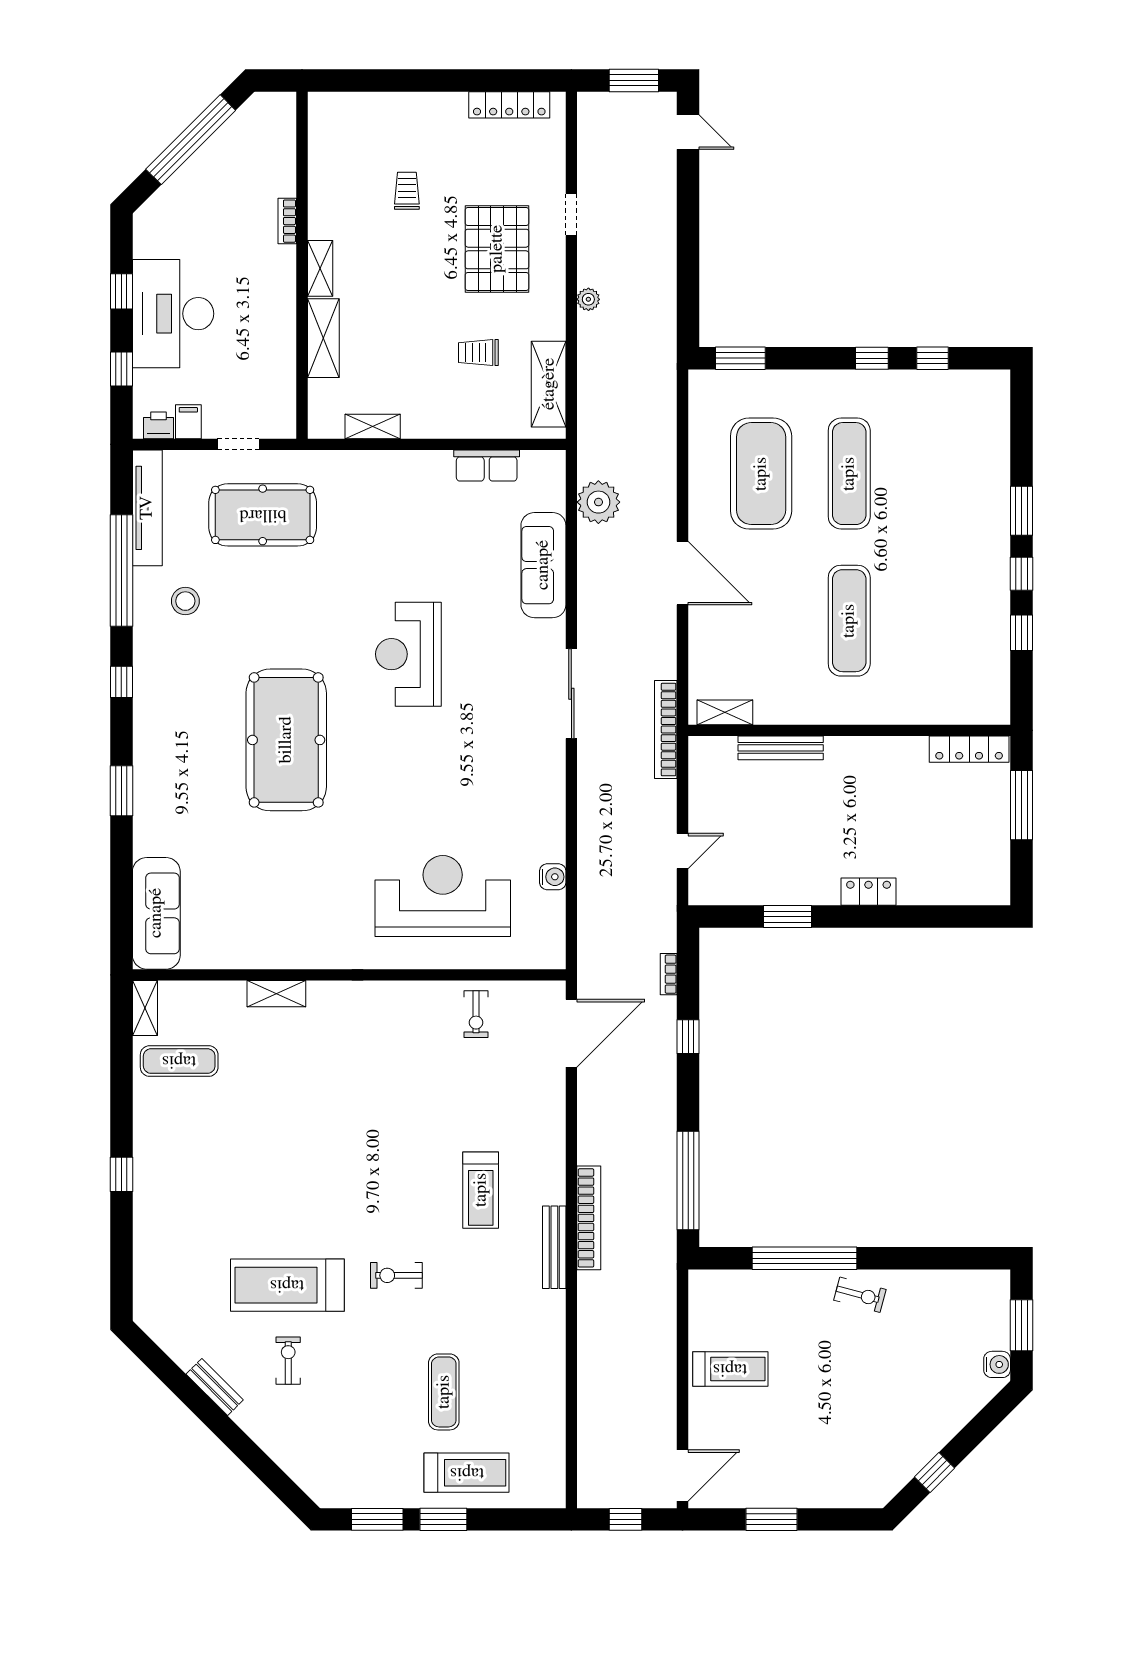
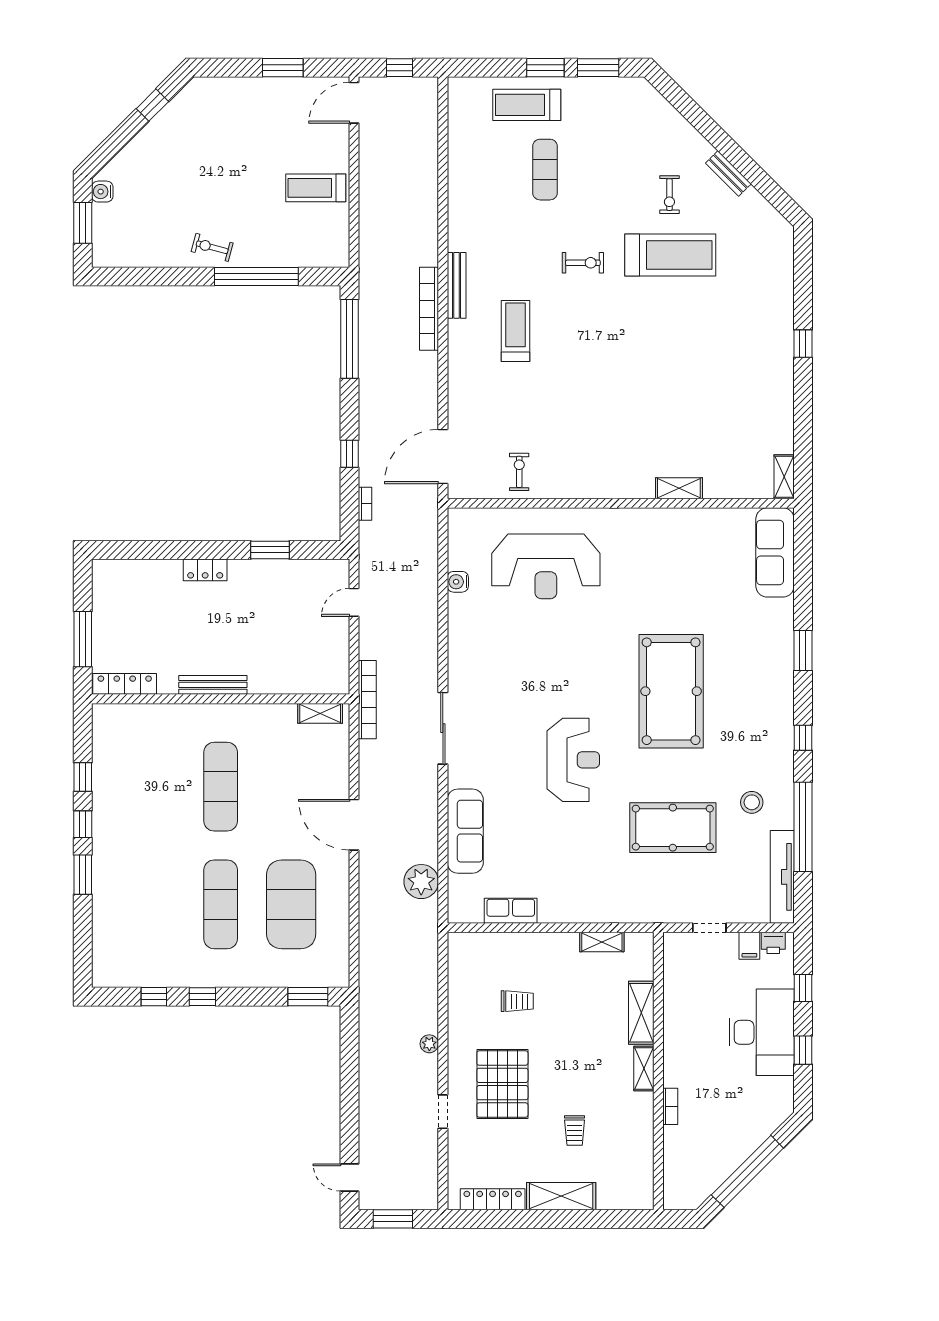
shelving: (549, 384) -> (561, 1196), moved, turned 90
pool table: (263, 515) -> (673, 828), moved
bench: (781, 748) -> (213, 685), moved
exercise mat: (179, 1061) -> (757, 434), removed

